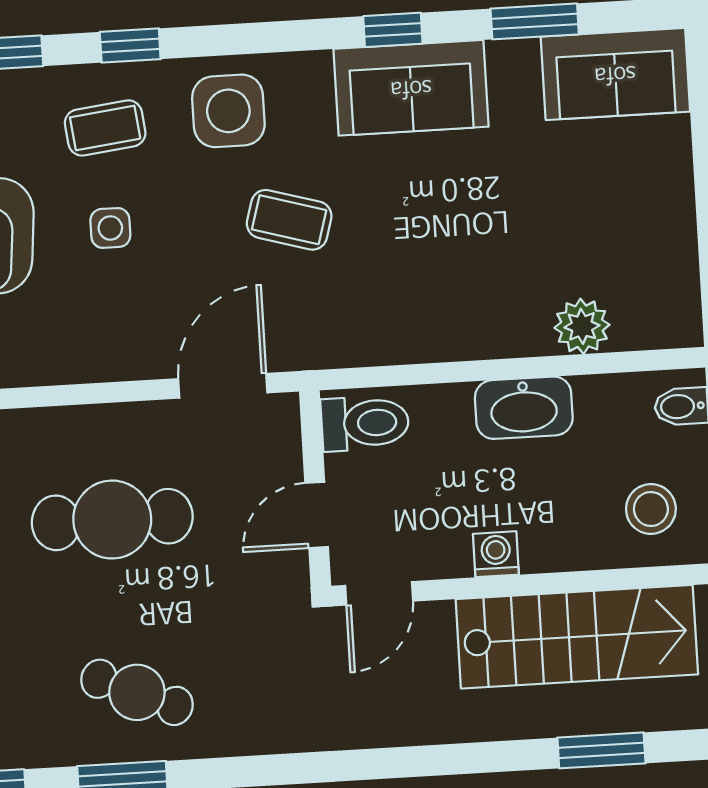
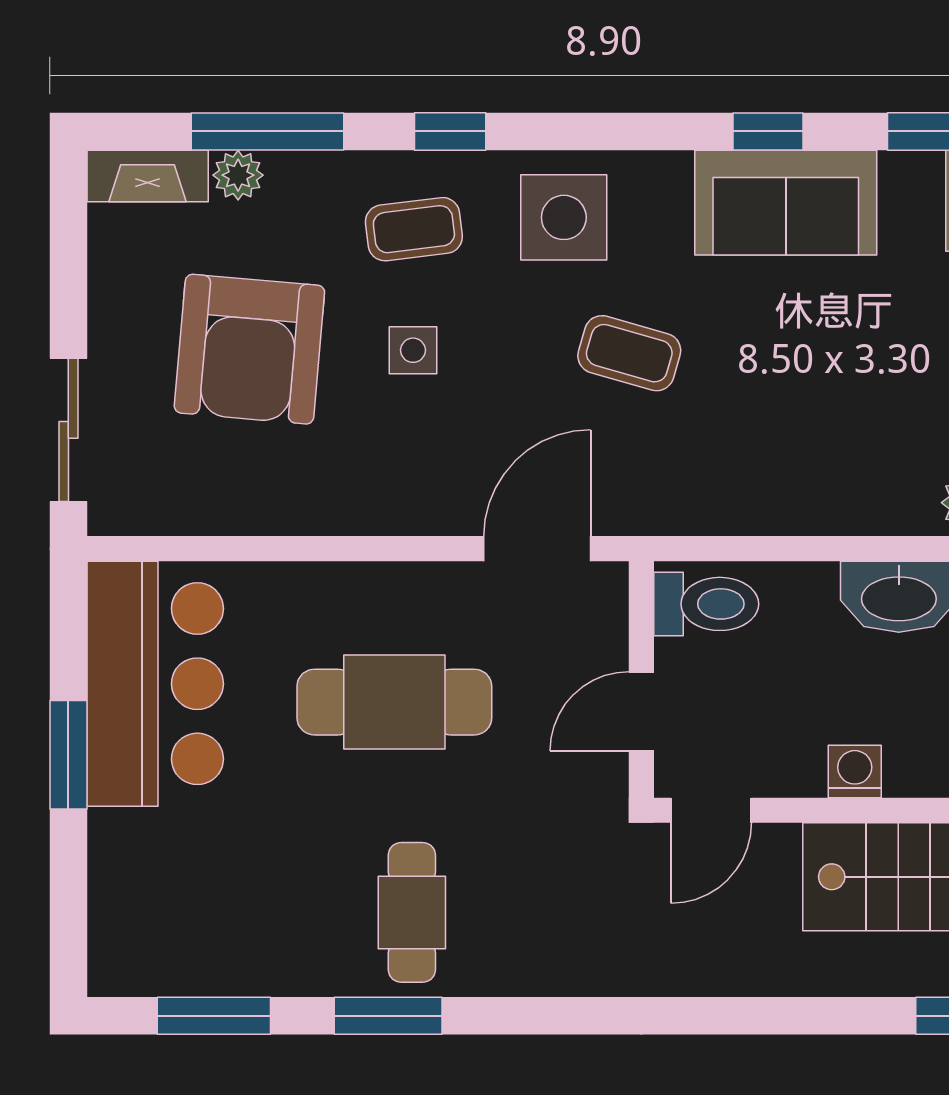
cafe table: (137, 692) -> (412, 912), turned 67

